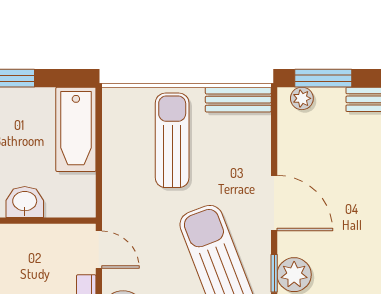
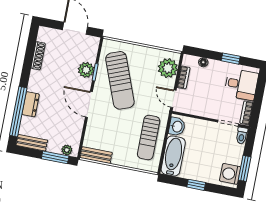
sun lounger: (172, 140) -> (149, 137), moved
washbasin: (25, 202) -> (177, 127), moved, turned -90

